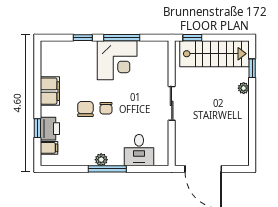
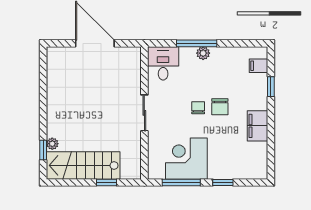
plant: (244, 88) -> (52, 144), moved
sliding door: (172, 103) -> (144, 113), moved
wall: (172, 103) -> (144, 113), moved
printer: (50, 129) -> (258, 86), removed

